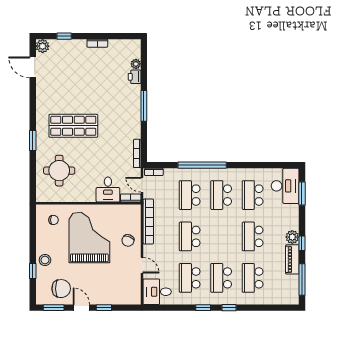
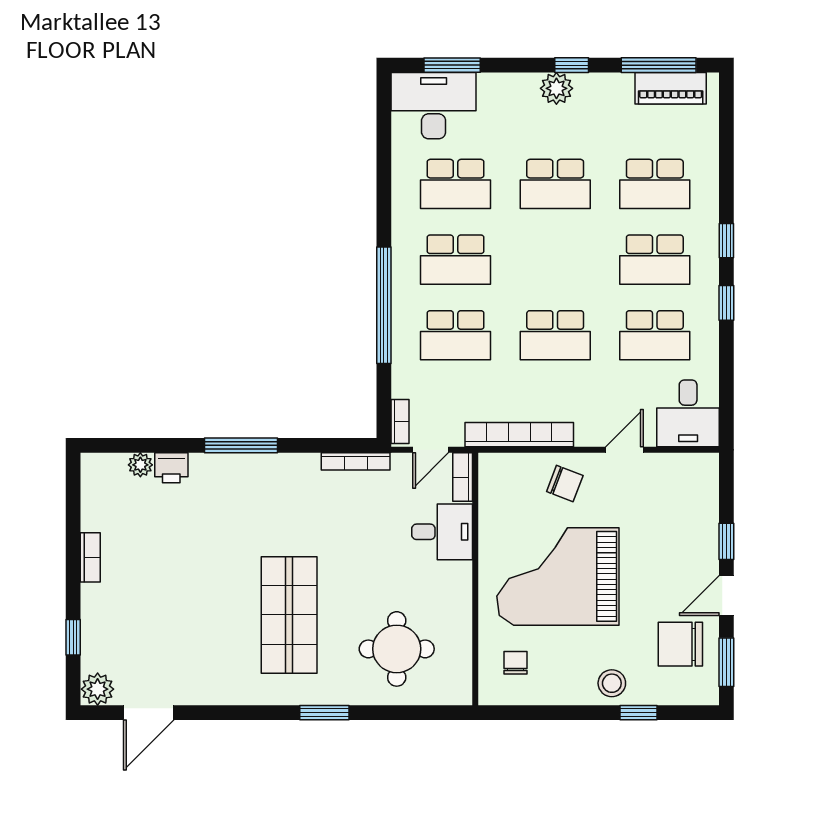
piano: (292, 259) -> (671, 88), moved
chair: (61, 289) -> (680, 644), turned -90

